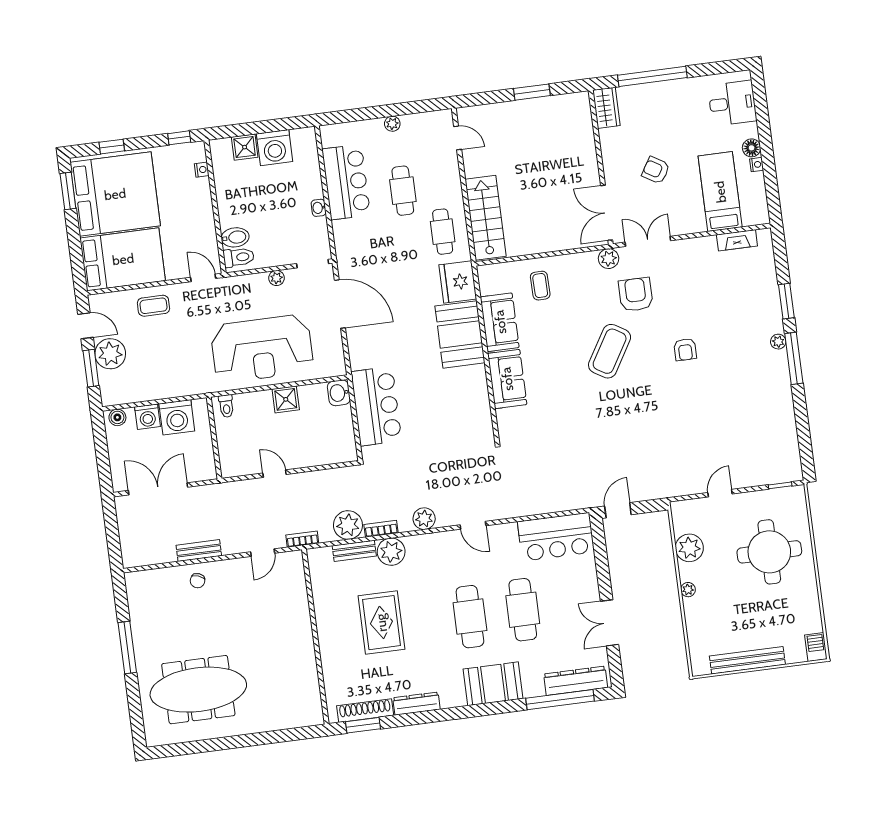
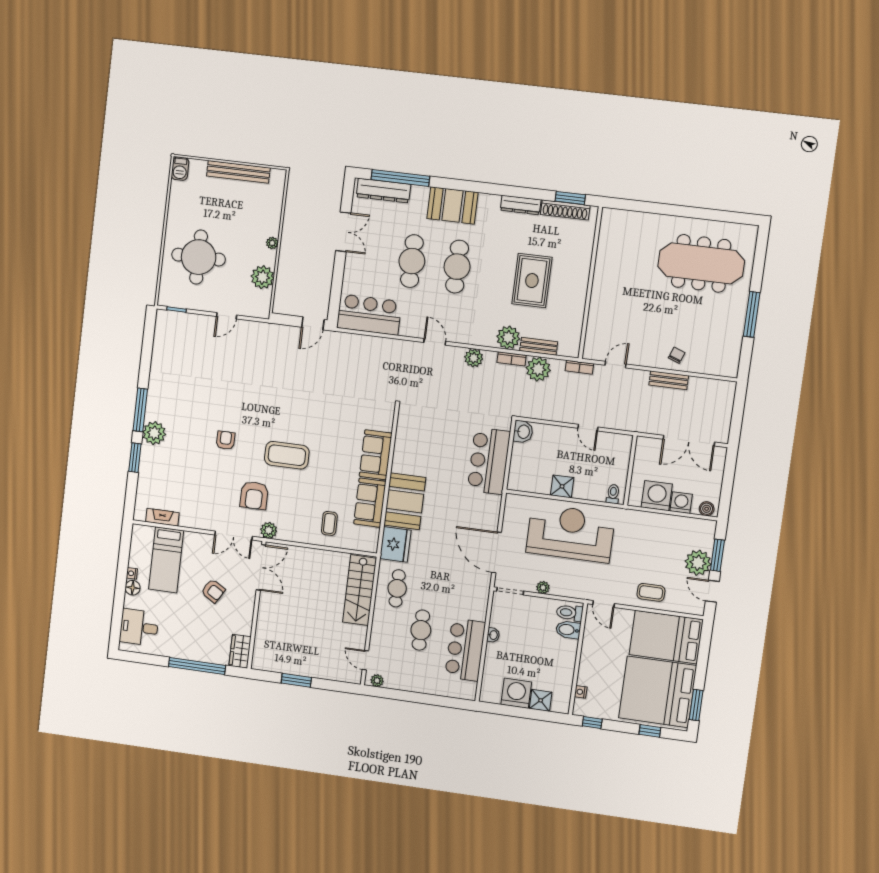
plant: (392, 124) -> (377, 681), moved
plant: (778, 342) -> (154, 433), width x1.87, depth x1.87
coffee table: (610, 351) -> (287, 455), turned 59
washbasin: (339, 393) -> (523, 432), moved

